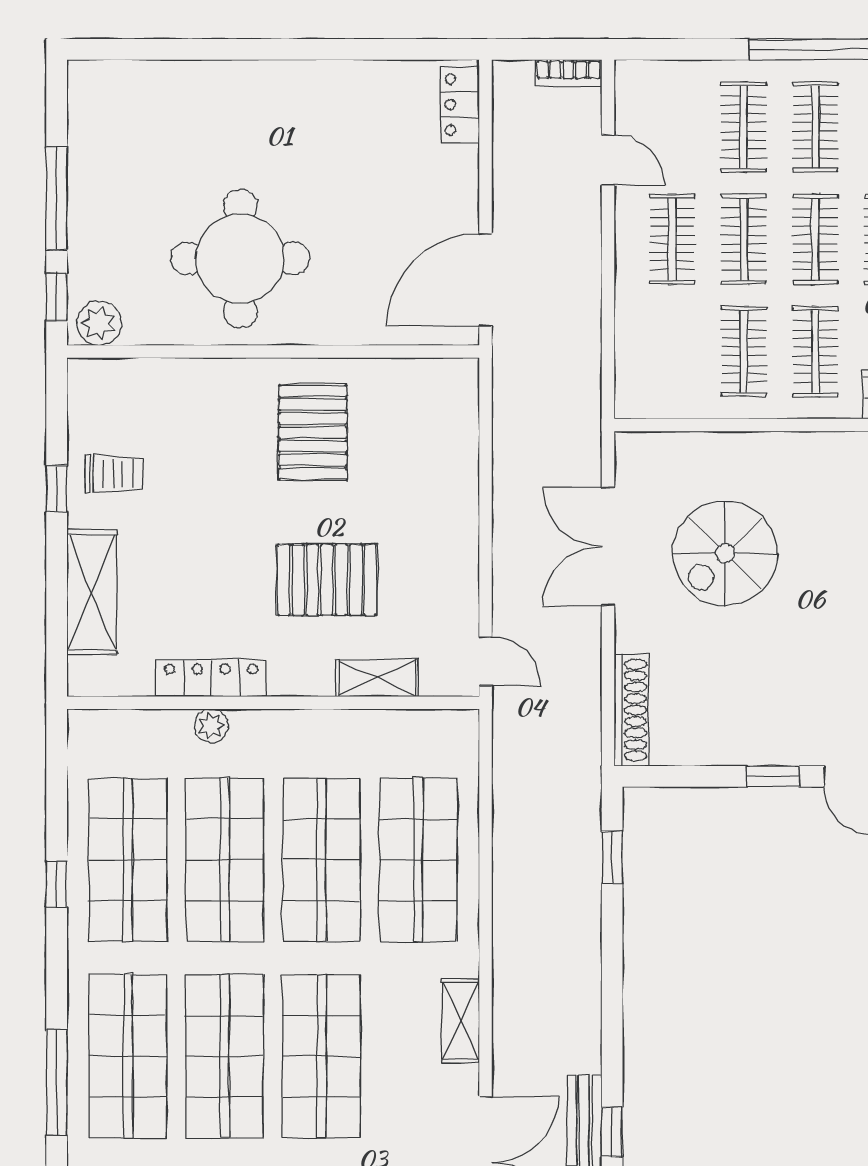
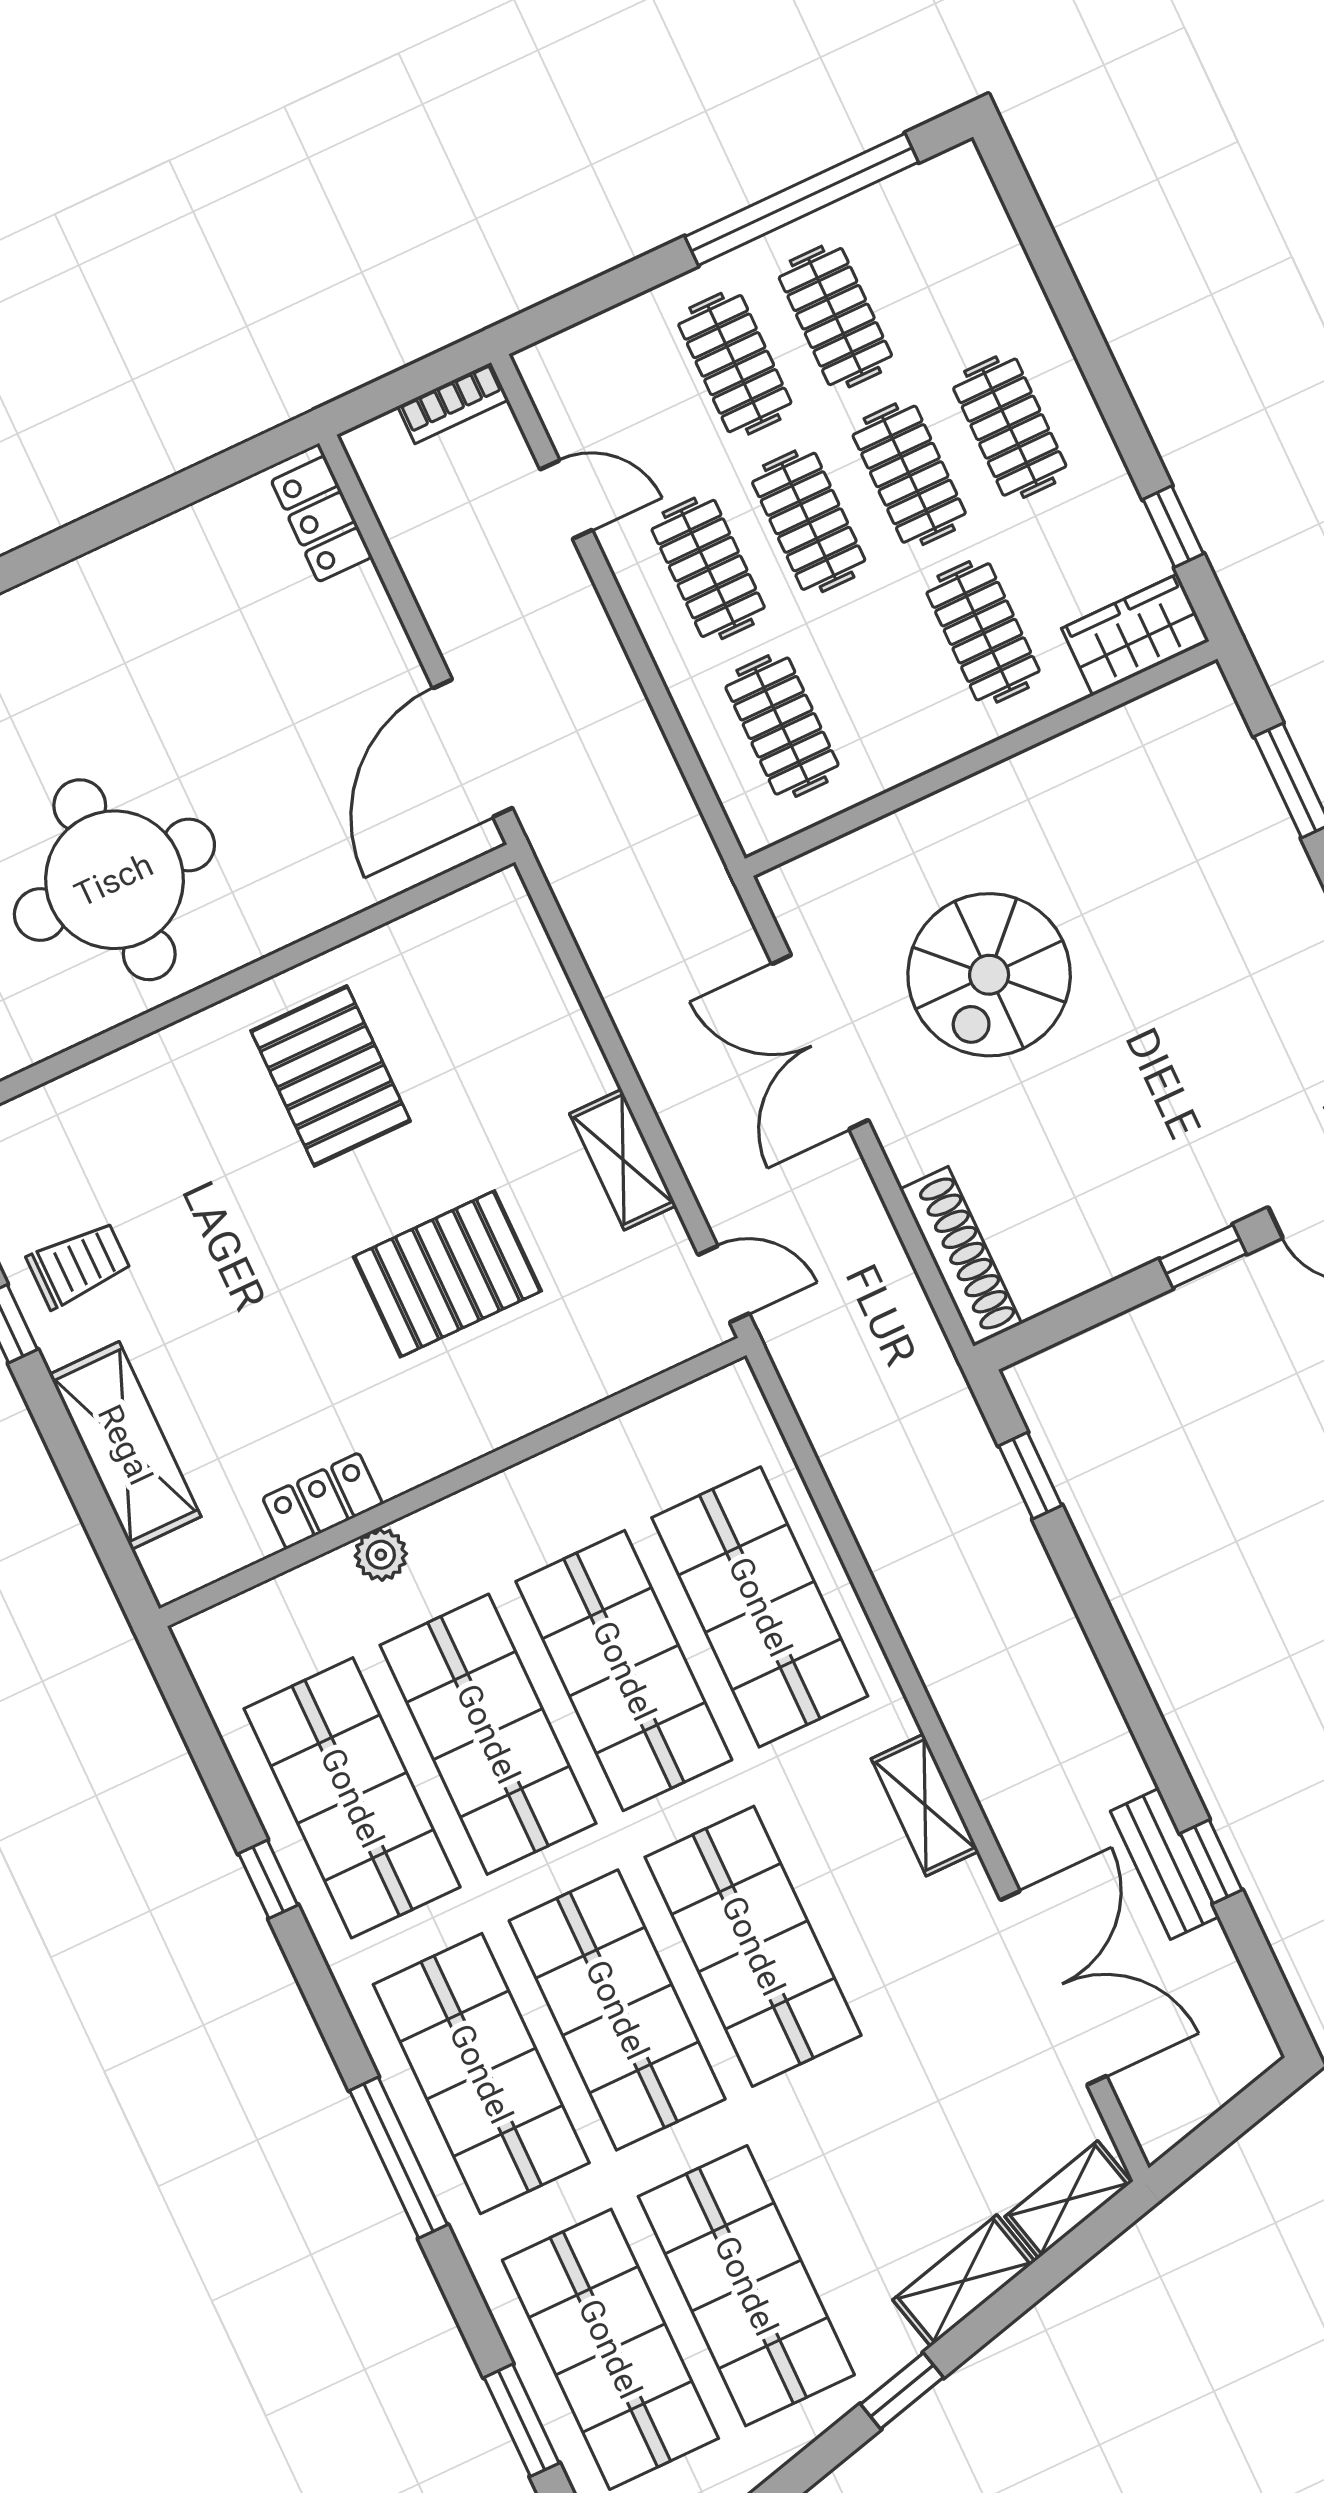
clothes rail: (744, 351) -> (782, 726), moved
locker: (211, 678) -> (323, 1501), width x0.66
shelving: (377, 678) -> (623, 1160), moved, turned 90

